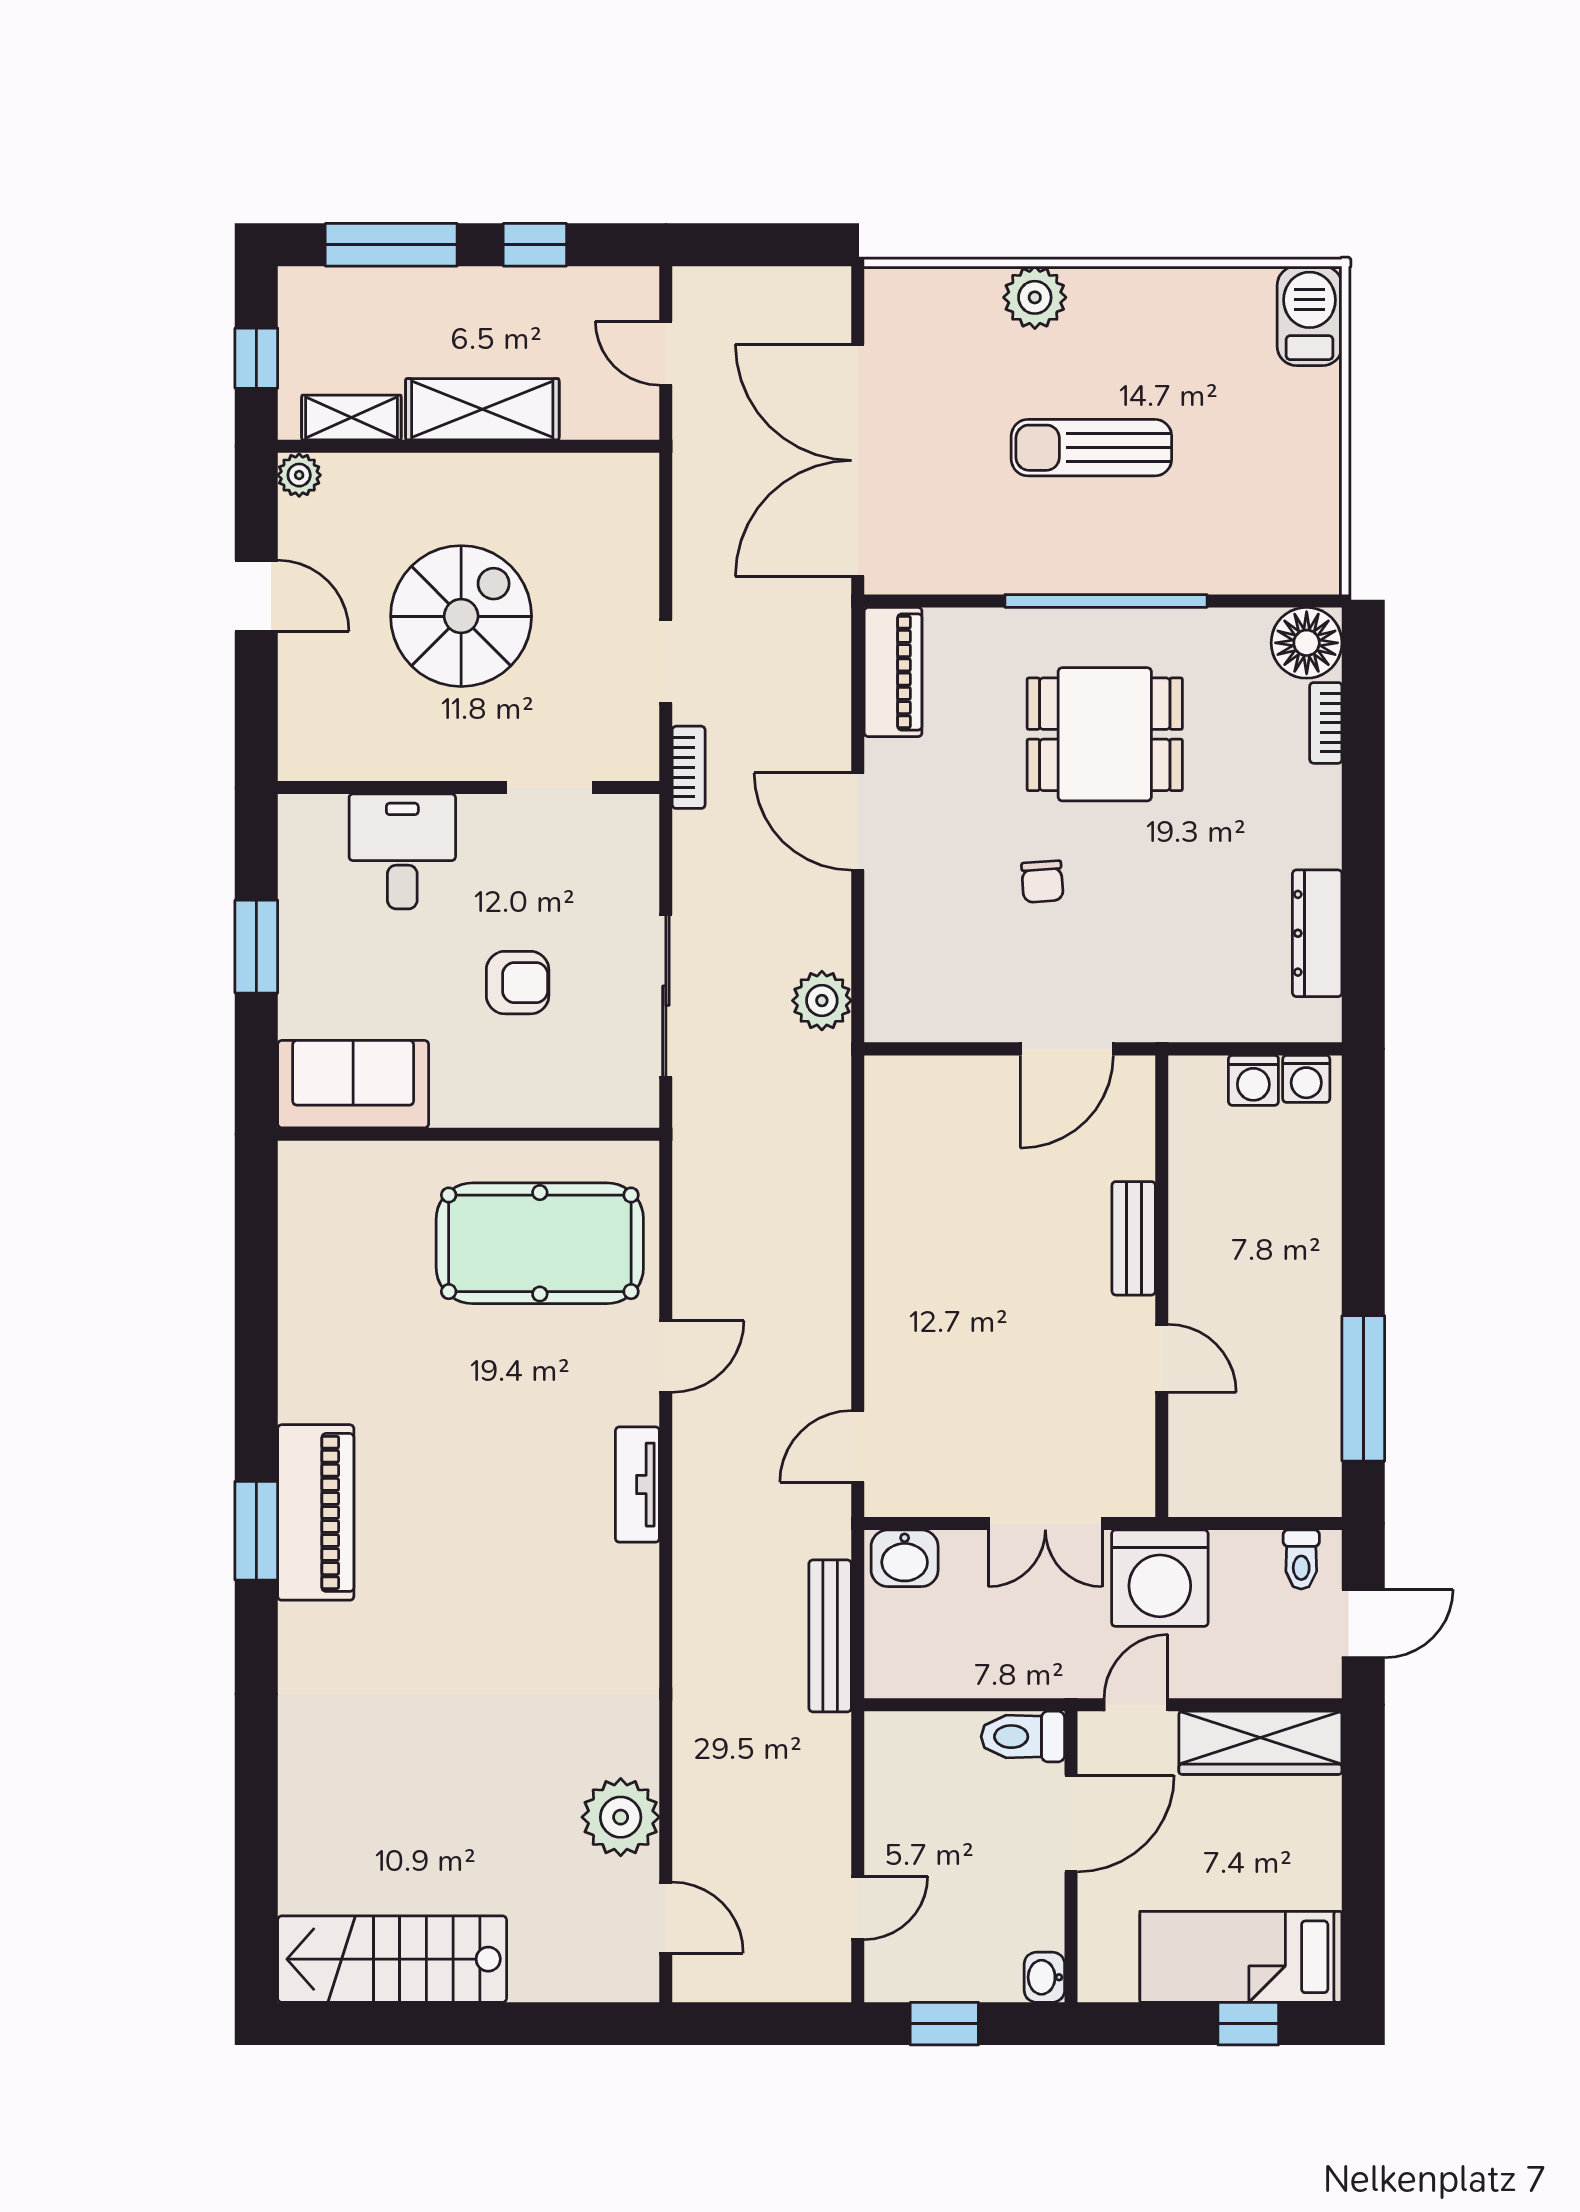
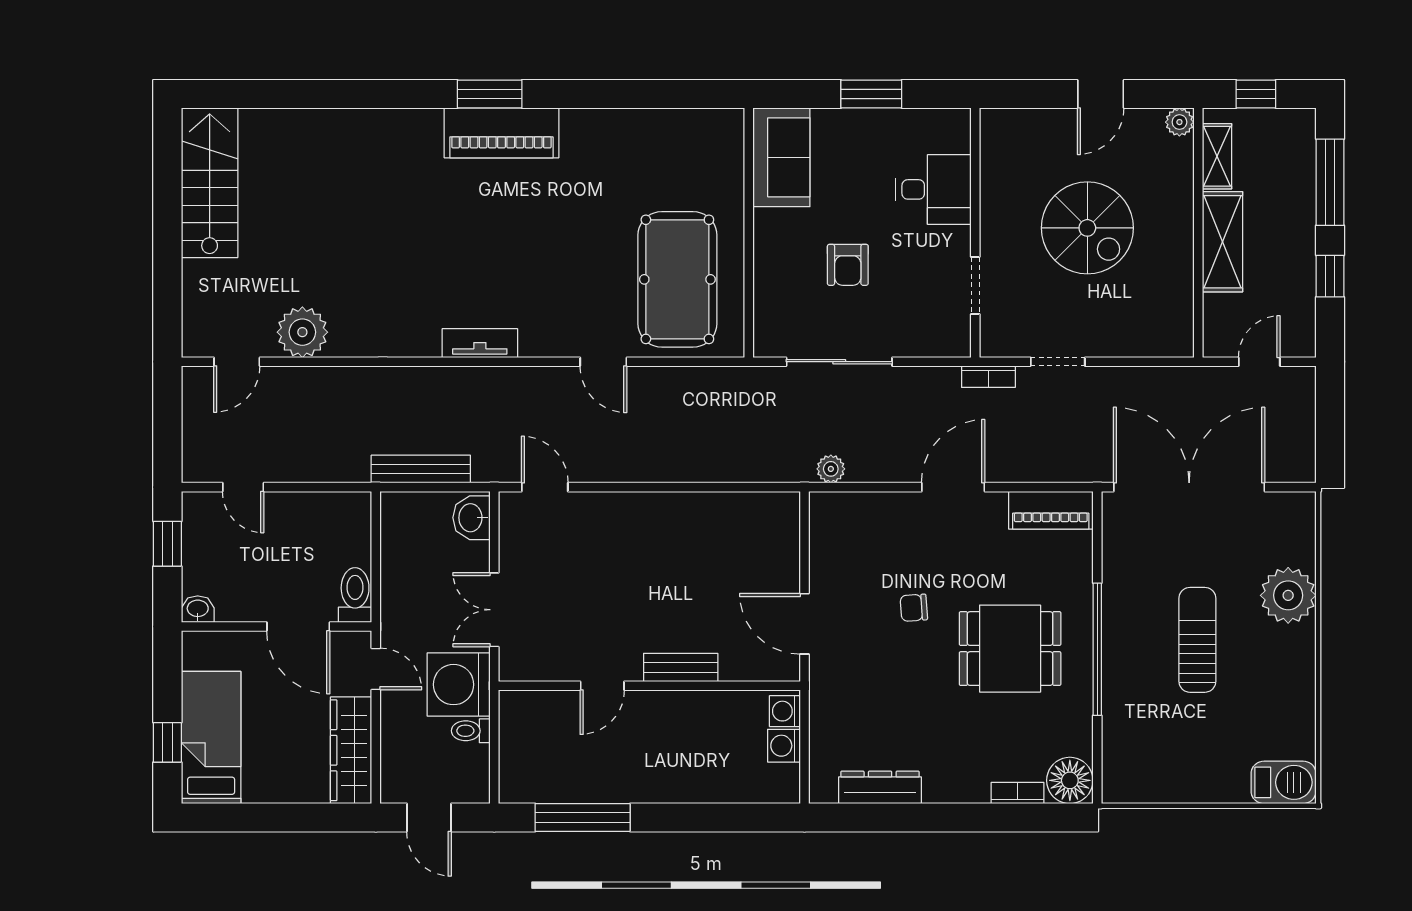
plant: (1035, 297) -> (1288, 595), width x1.36, depth x1.36
dining table: (1105, 734) -> (1010, 649), turned 90
plant: (822, 1001) -> (831, 469), width x0.73, depth x0.73
washing machine: (1306, 1079) -> (785, 711), moved
tv unit: (637, 1485) -> (480, 343), moved
toilet: (1301, 1559) -> (471, 731), moved

